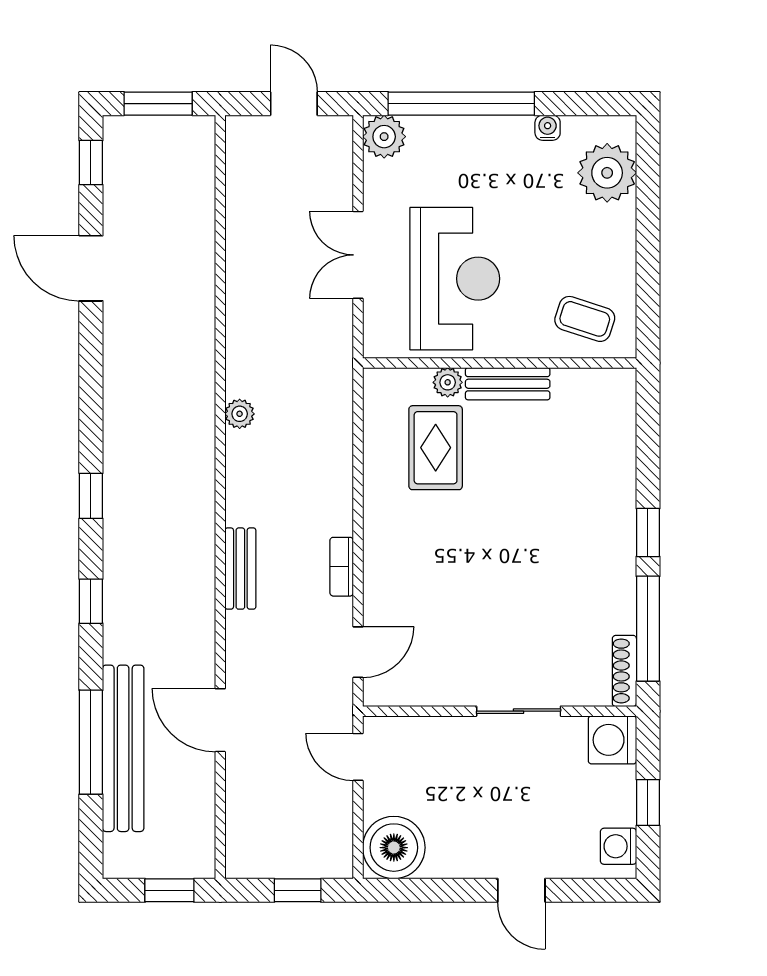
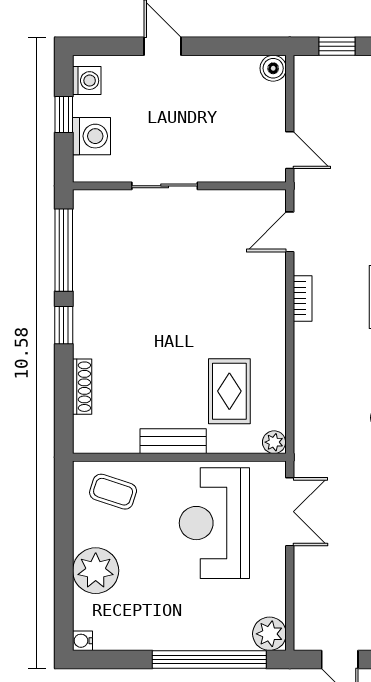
water cooler: (548, 128) -> (83, 641), moved, turned 90
plant: (607, 173) -> (96, 571), moved
double door: (358, 255) -> (290, 512), moved
plant: (448, 382) -> (274, 442), moved
shoe rack: (624, 671) -> (82, 387), moved
washing machine: (612, 740) -> (91, 136), moved
boiler: (394, 848) -> (273, 68), width x0.54, depth x0.54

